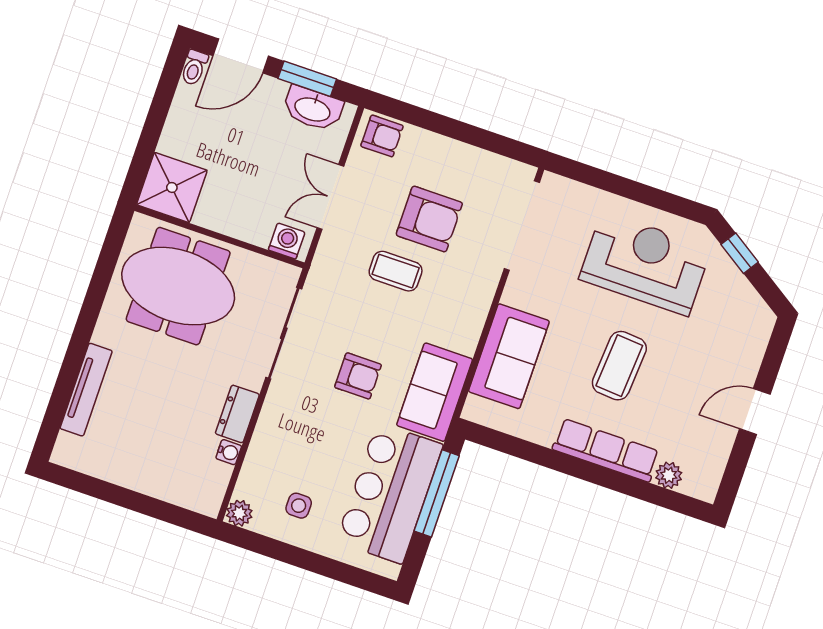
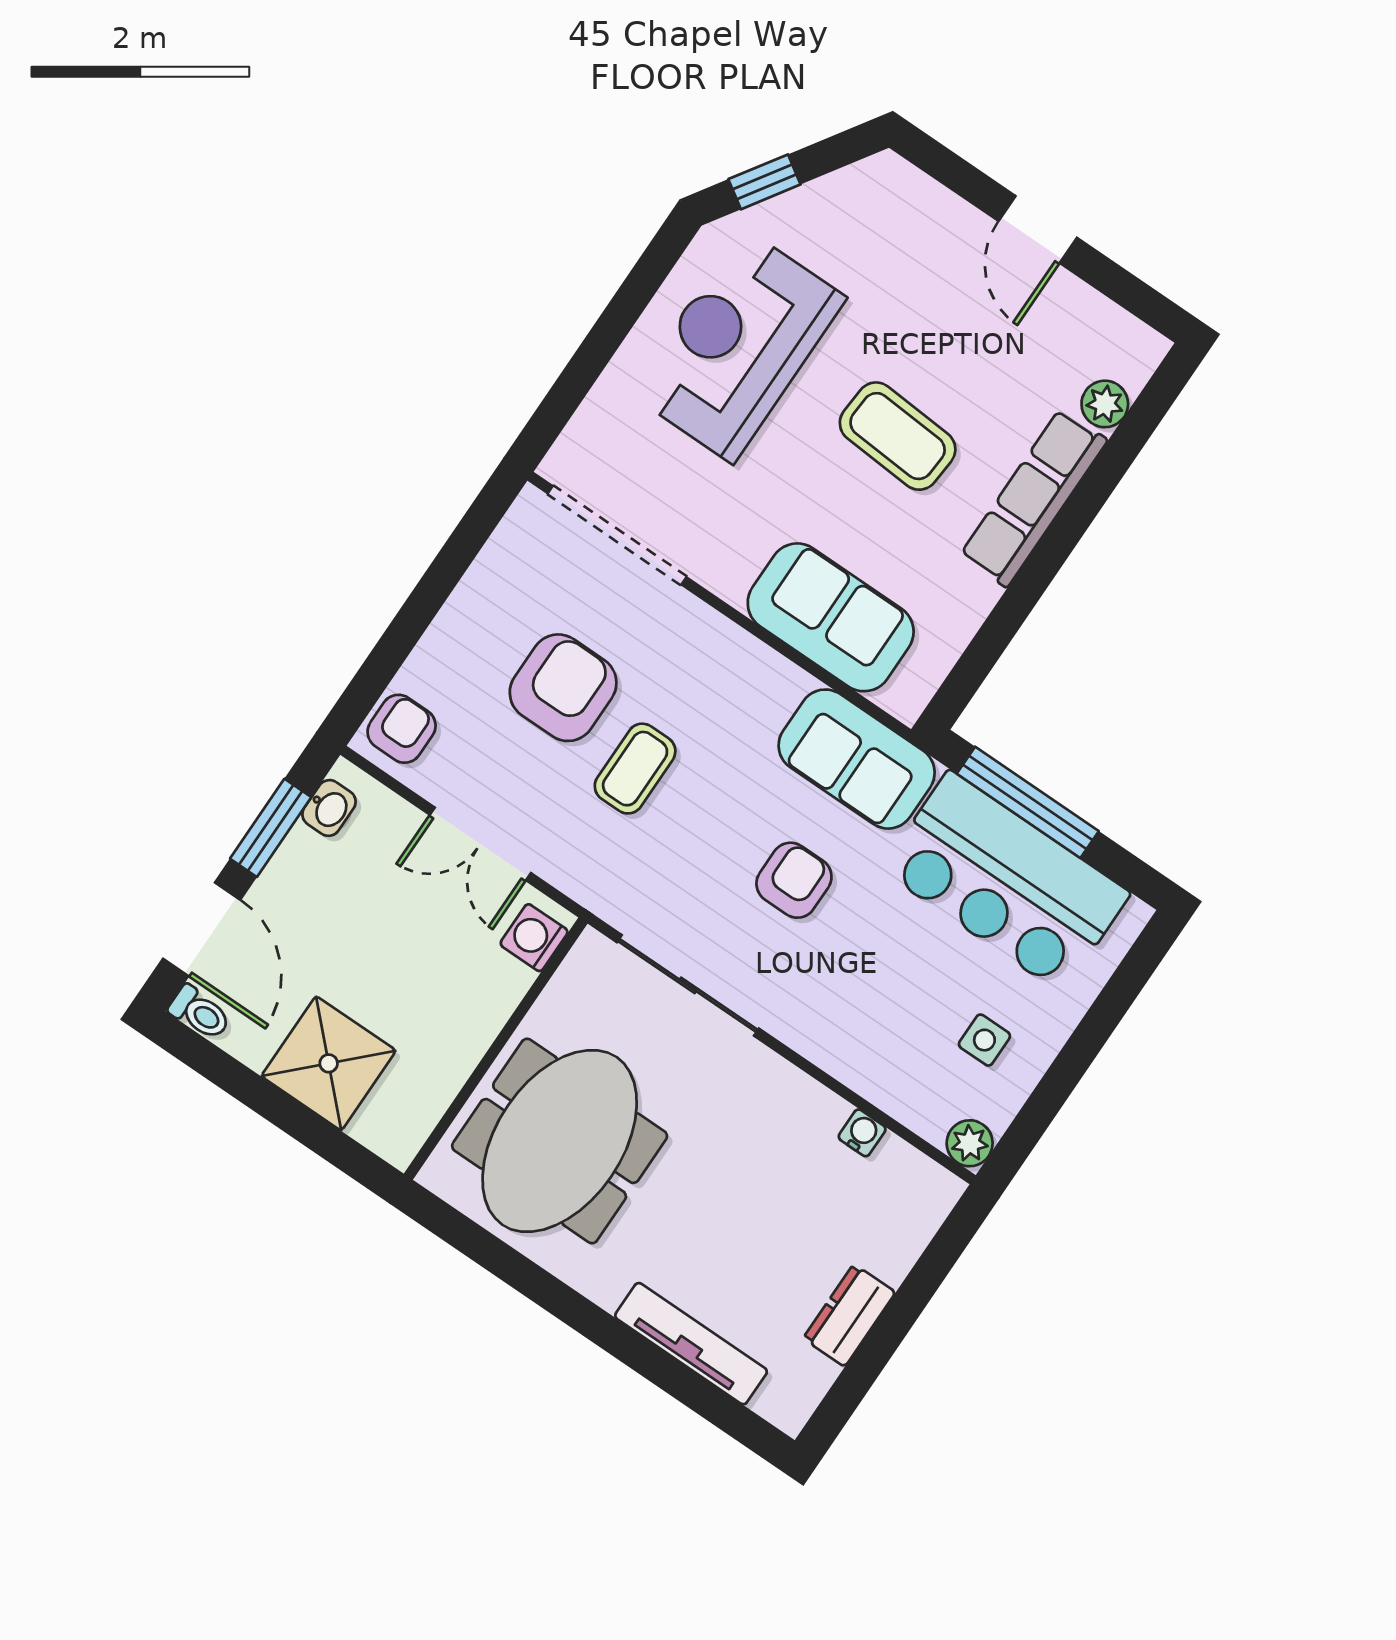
washbasin: (313, 109) -> (329, 808), width x0.52, depth x0.69
shower: (172, 187) -> (329, 1063), moved
dresser: (237, 414) -> (849, 1315), moved, turned 90

